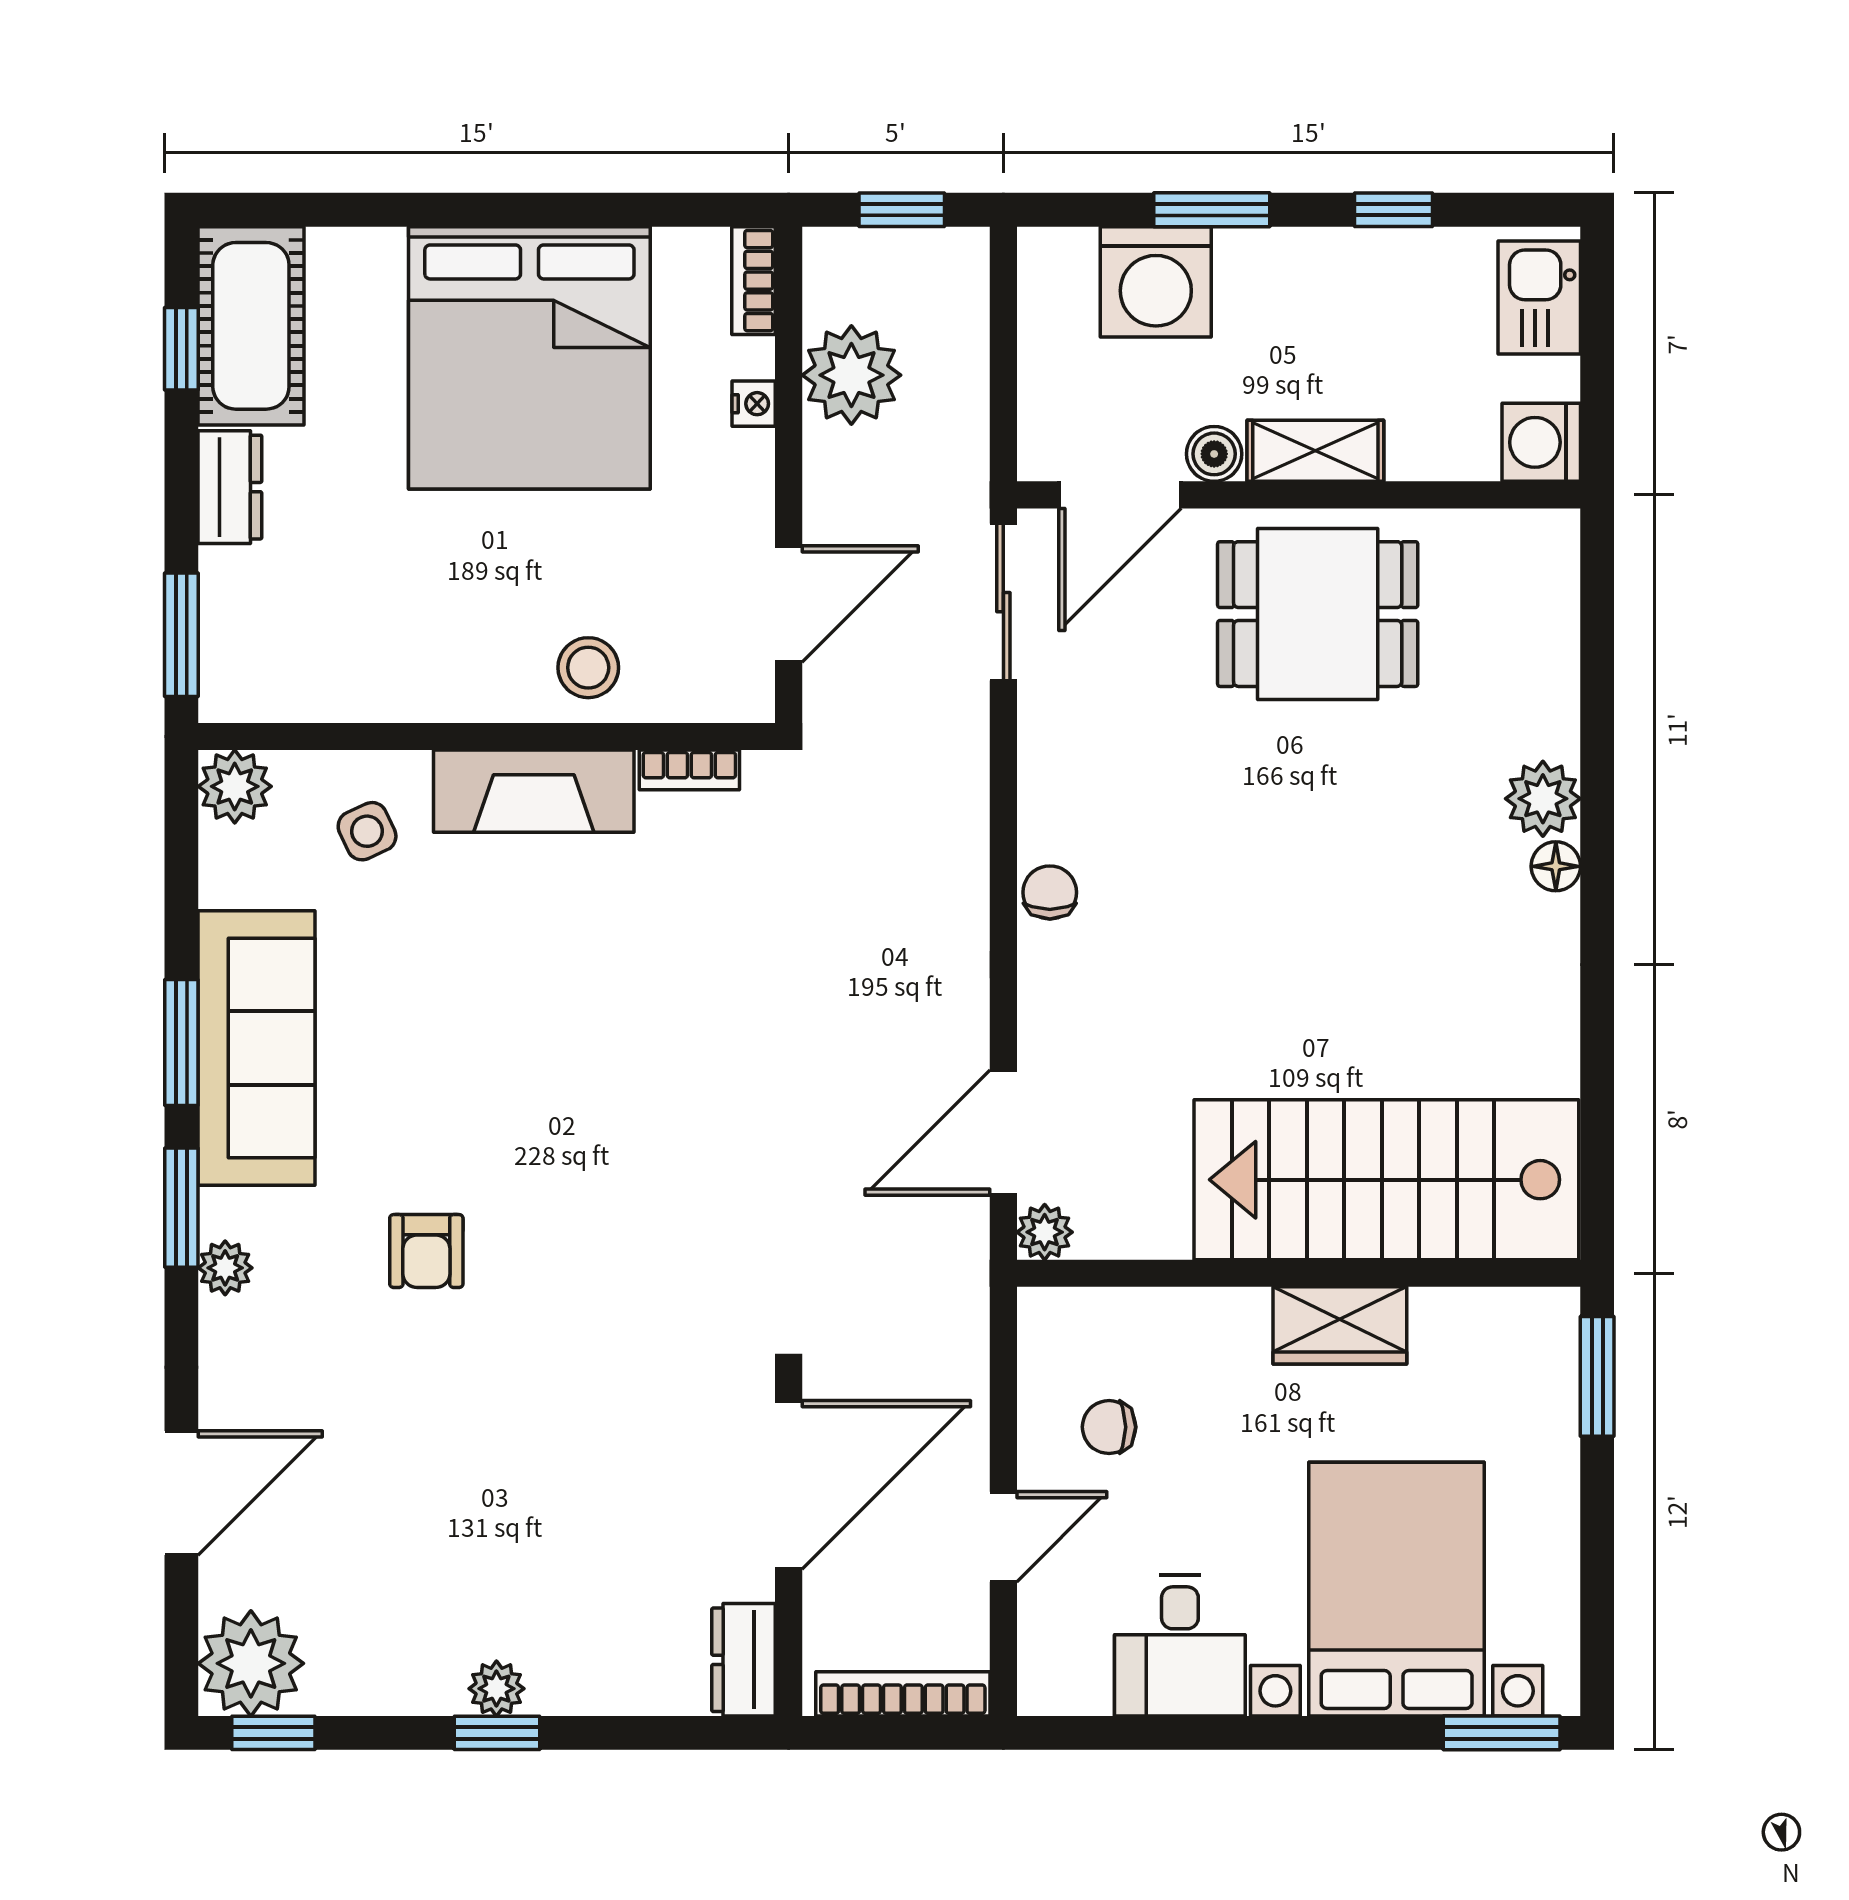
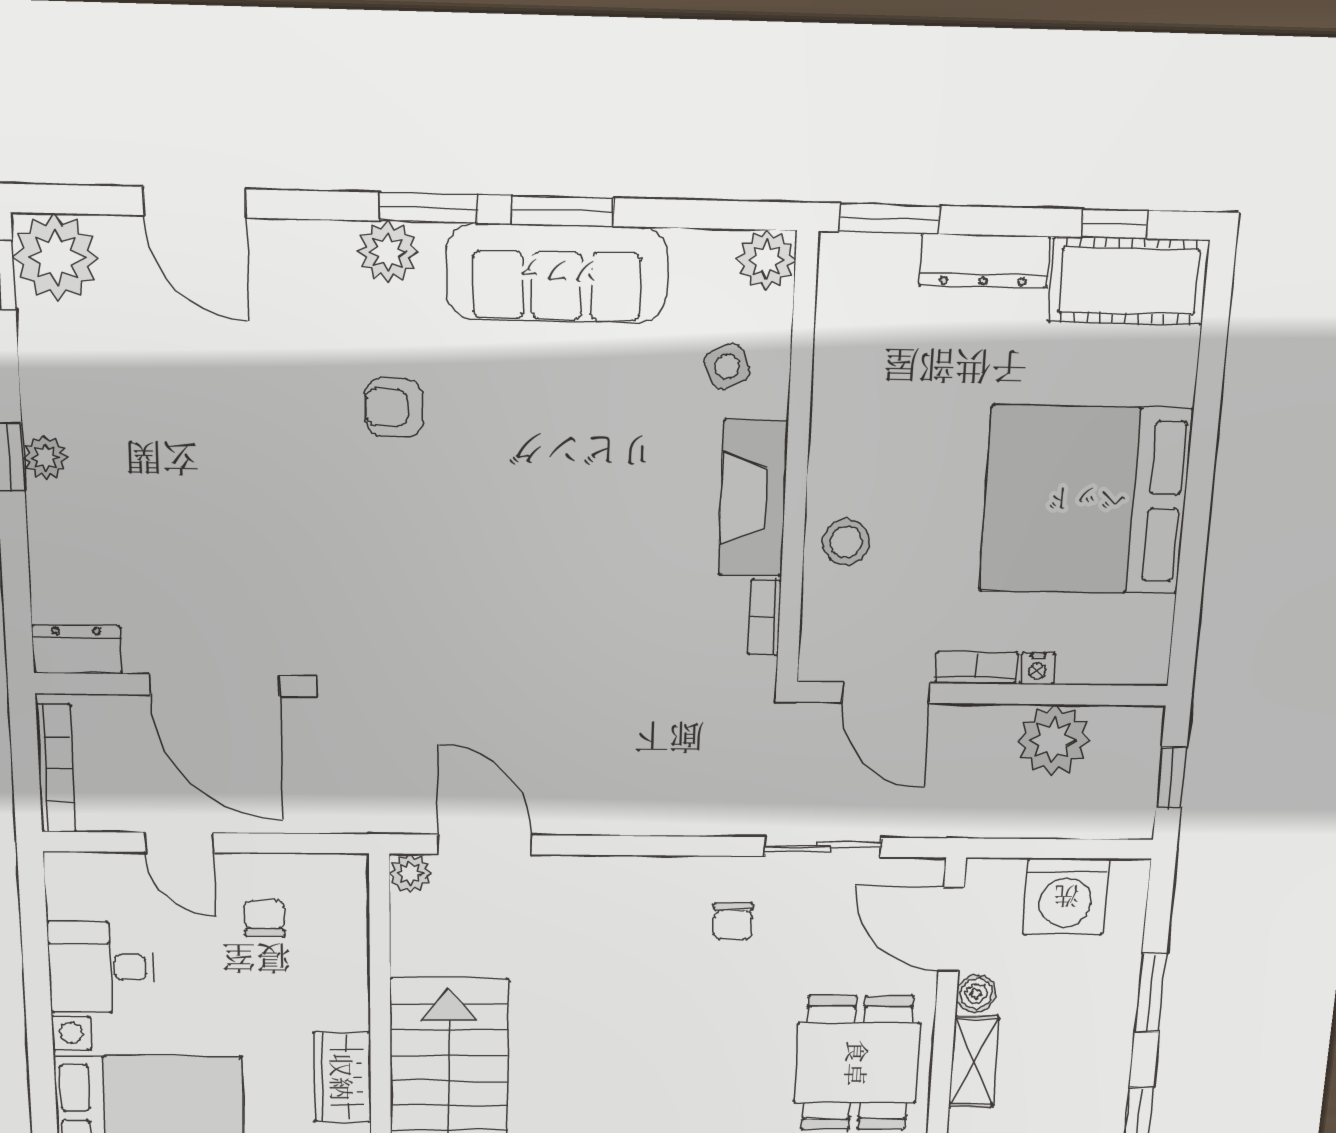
bookcase: (754, 281) -> (976, 668), moved
washing machine: (1156, 282) -> (1066, 897), moved, turned -90
dresser: (230, 487) -> (984, 261), width x1.44
sliding door: (1003, 602) -> (823, 847), moved
chair: (1050, 892) -> (733, 921), moved, turned 90
plant: (225, 1268) -> (388, 252), width x1.38, depth x1.38

